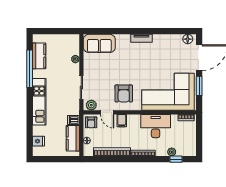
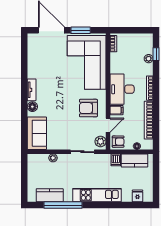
floor lamp: (188, 39) -> (32, 107), moved
armchair: (124, 93) -> (88, 108), turned 180
desk: (156, 126) -> (122, 89), moved

